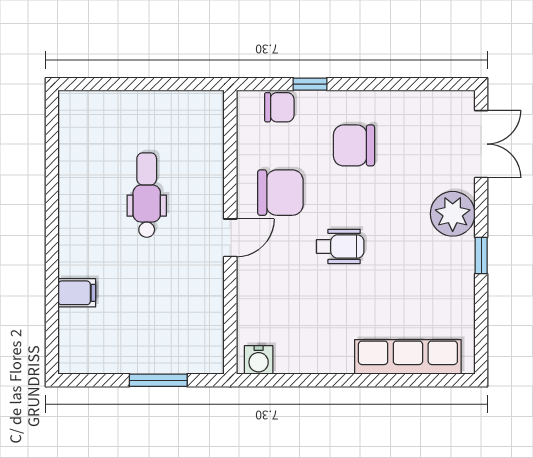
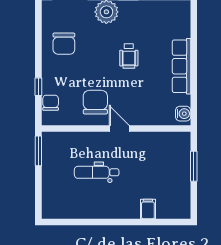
window: (187, 84) -> (38, 151), added
chair: (354, 145) -> (64, 44), moved
wheelchair: (340, 246) -> (129, 56), moved, turned 180
row of seats: (408, 357) -> (182, 66), moved

